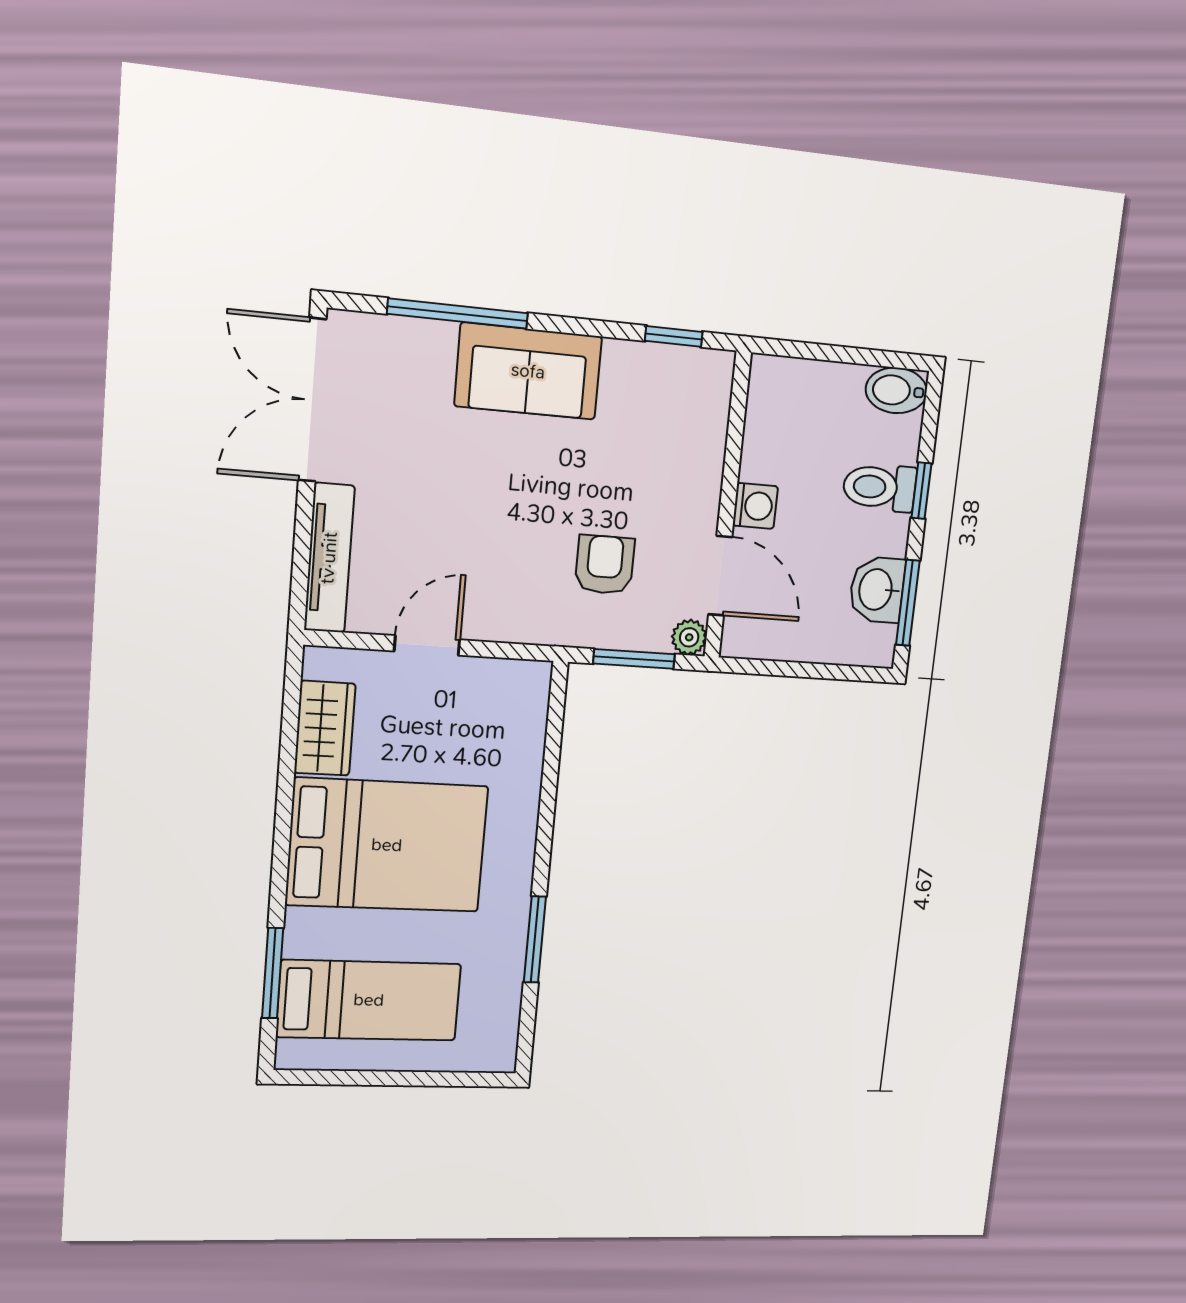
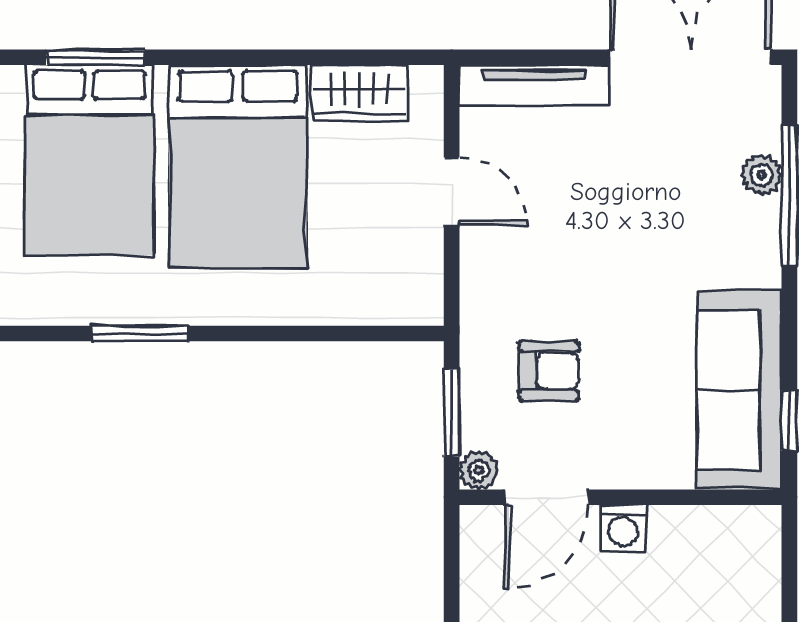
plant: (435, 339) -> (762, 175), added
sofa: (528, 371) -> (739, 390), moved, width x1.36
bed: (369, 1000) -> (89, 160), width x1.50

